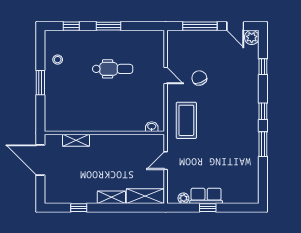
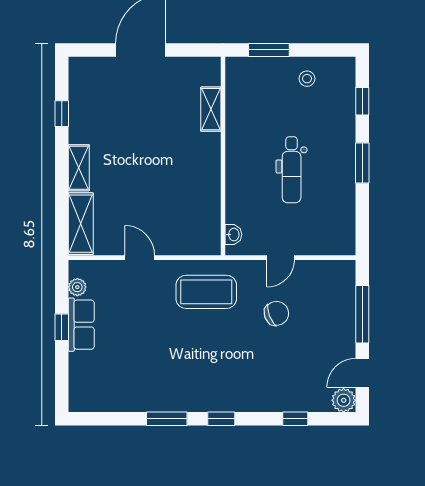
washbasin: (152, 127) -> (233, 235), moved
wall: (104, 133) -> (223, 156), moved
shelving: (76, 140) -> (211, 109), moved

